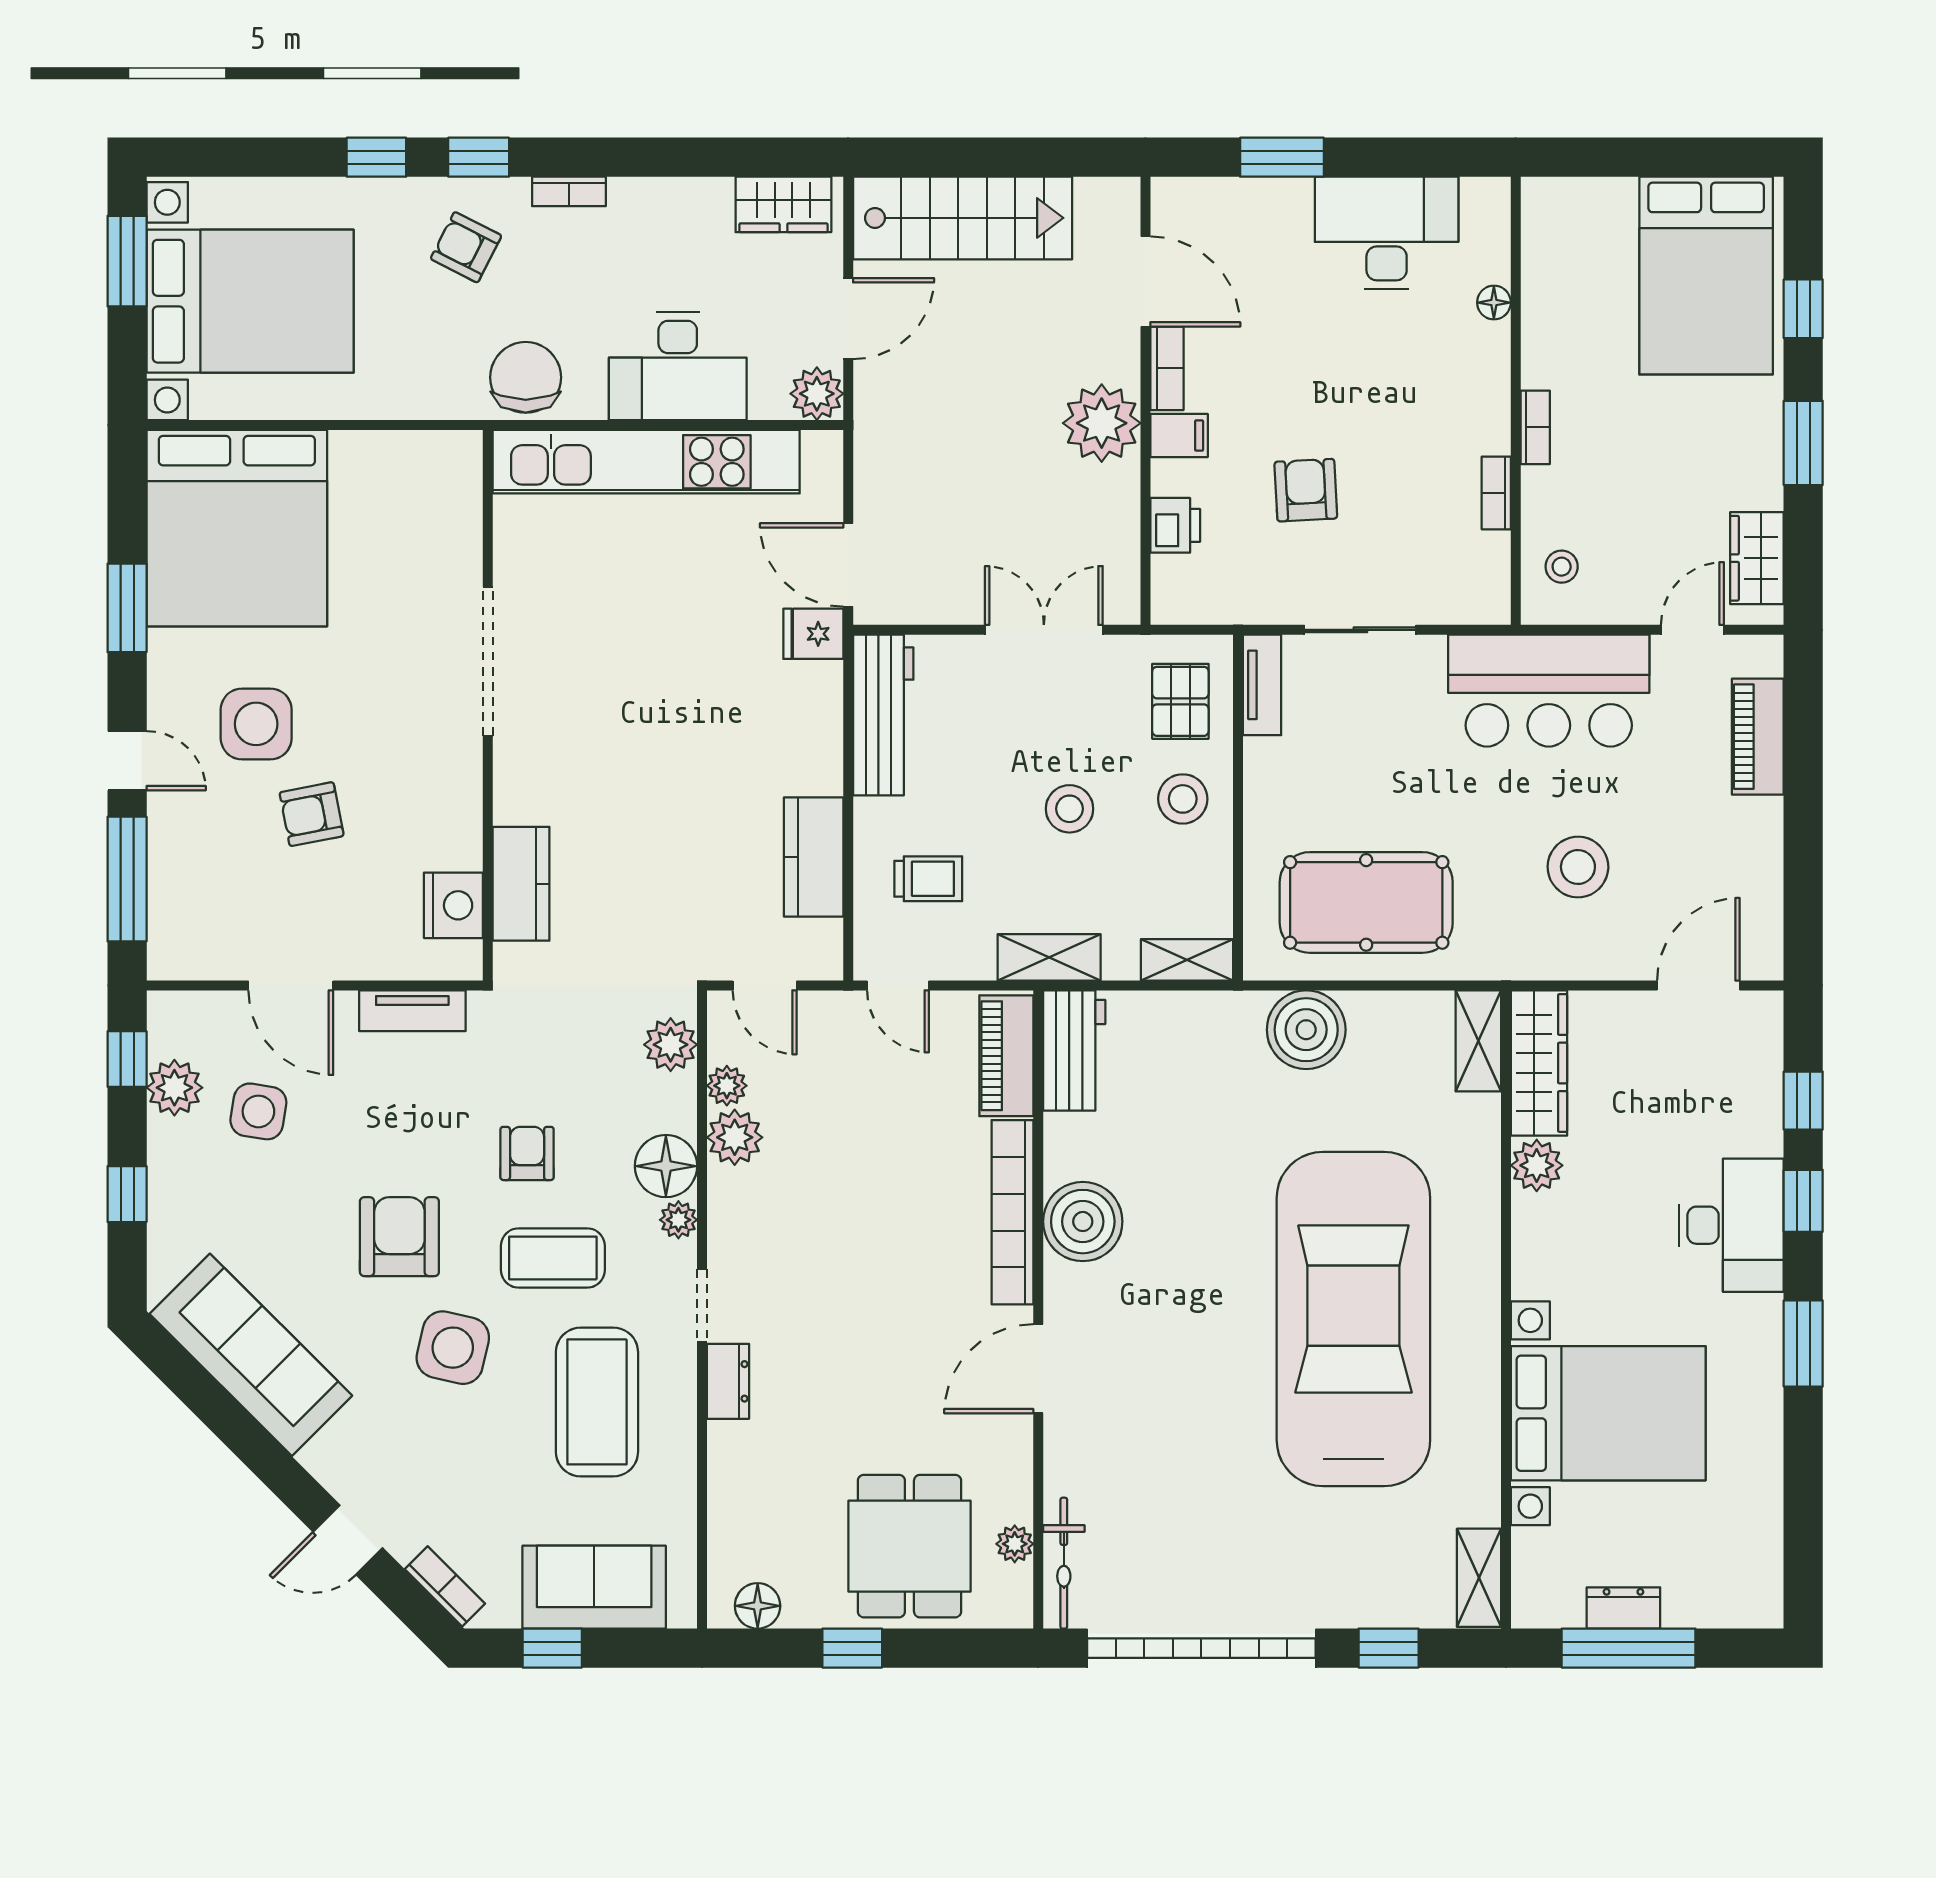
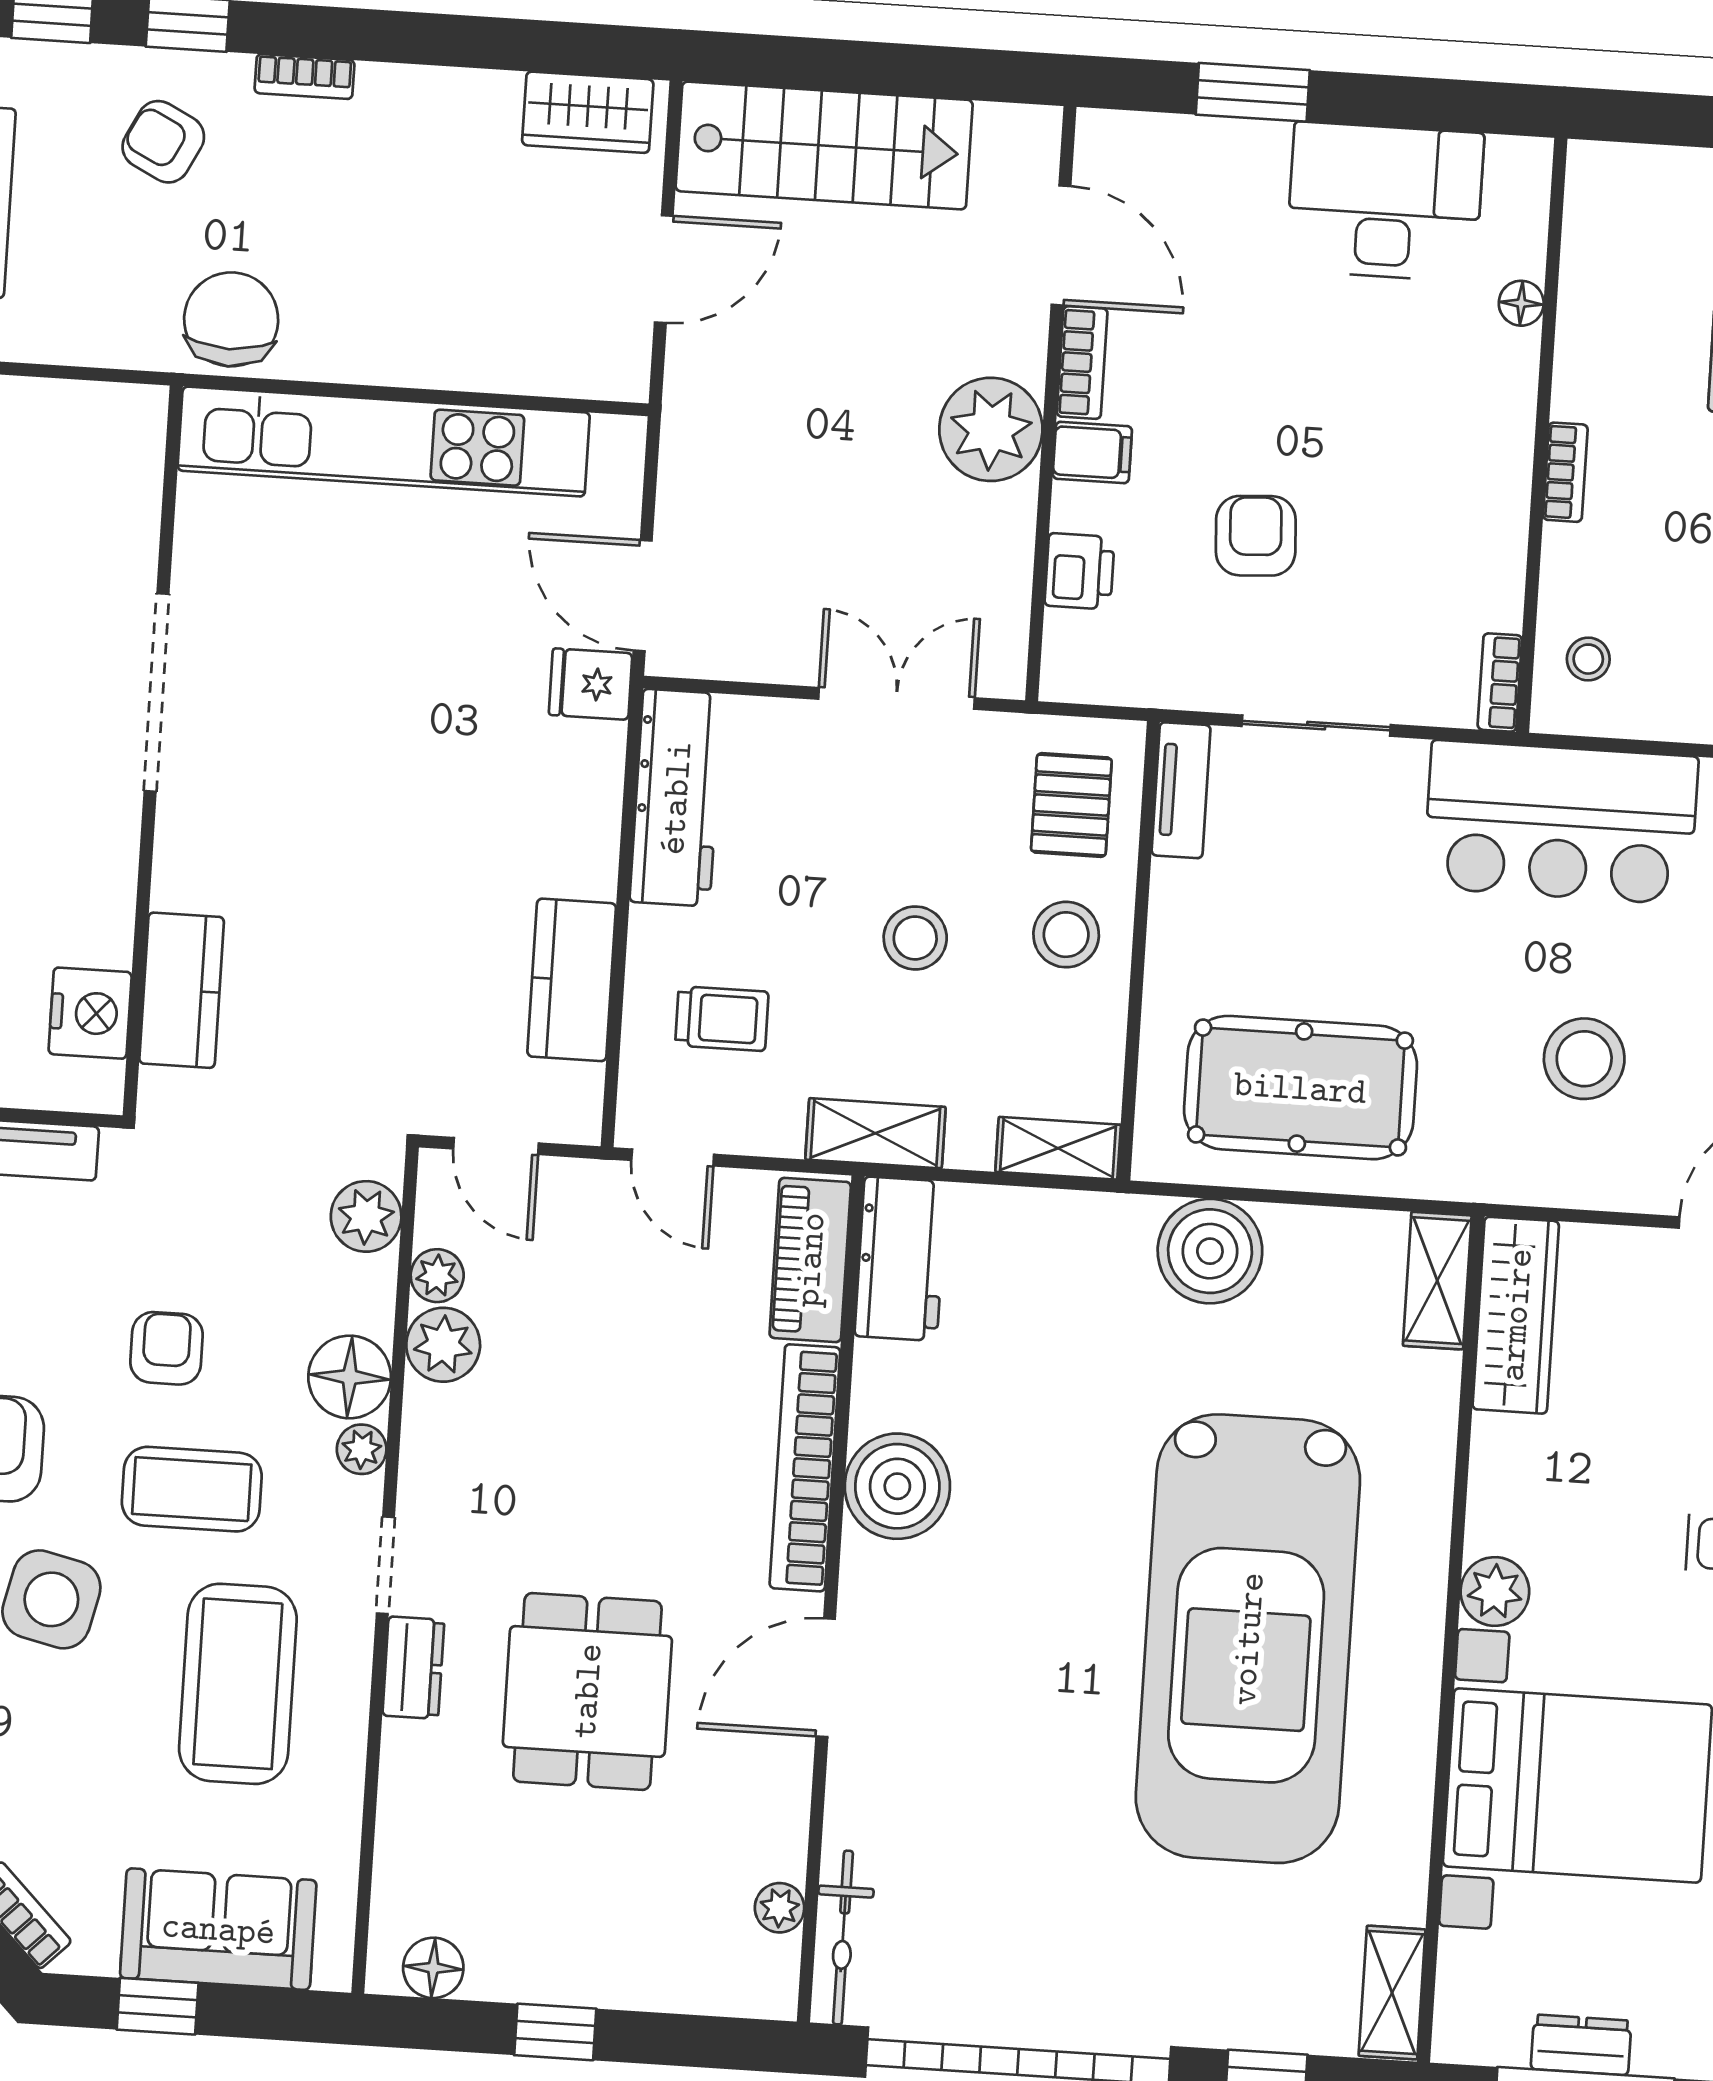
desk: (678, 366) -> (434, 318), removed
plant: (817, 394) -> (616, 366), removed
bookcase: (1496, 493) -> (1500, 683), moved
plant: (1537, 1165) -> (1495, 1591), moved
car: (1353, 1319) -> (1248, 1639), turned 180
dining table: (909, 1546) -> (587, 1691), moved

